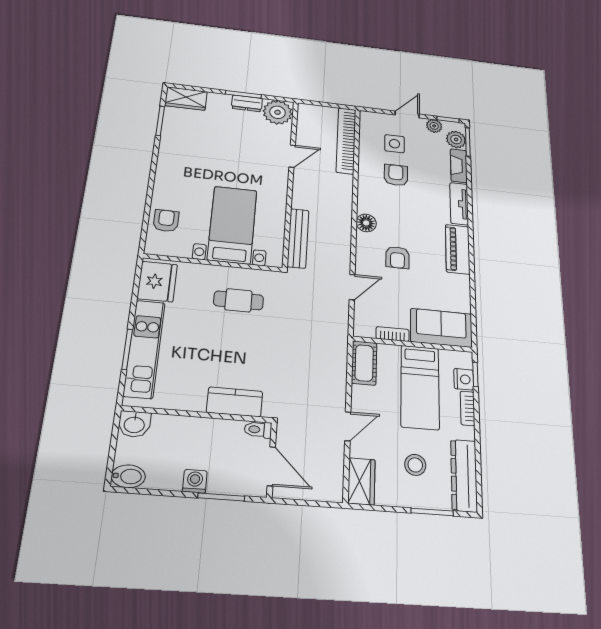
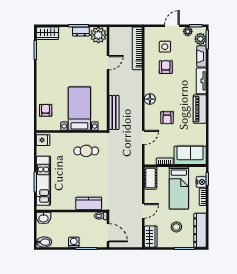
fridge: (157, 282) -> (43, 140), width x0.53, depth x0.75

